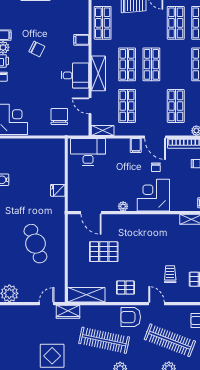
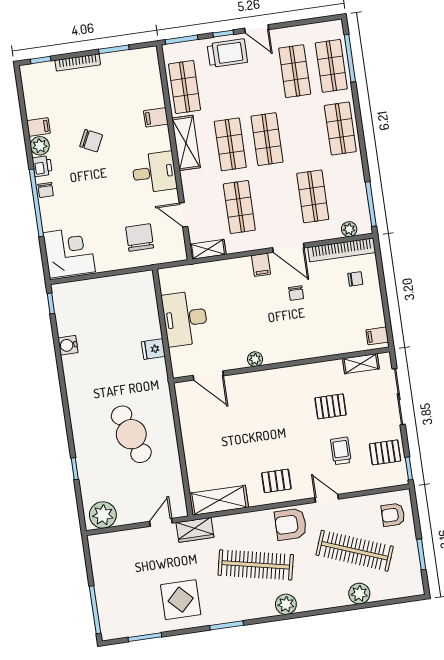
shelving: (98, 73) -> (186, 143), moved
desk: (88, 152) -> (185, 318), moved, turned -90
corner desk: (153, 195) -> (298, 336), removed
pallet: (104, 252) -> (331, 406), moved, width x0.67, depth x0.71

